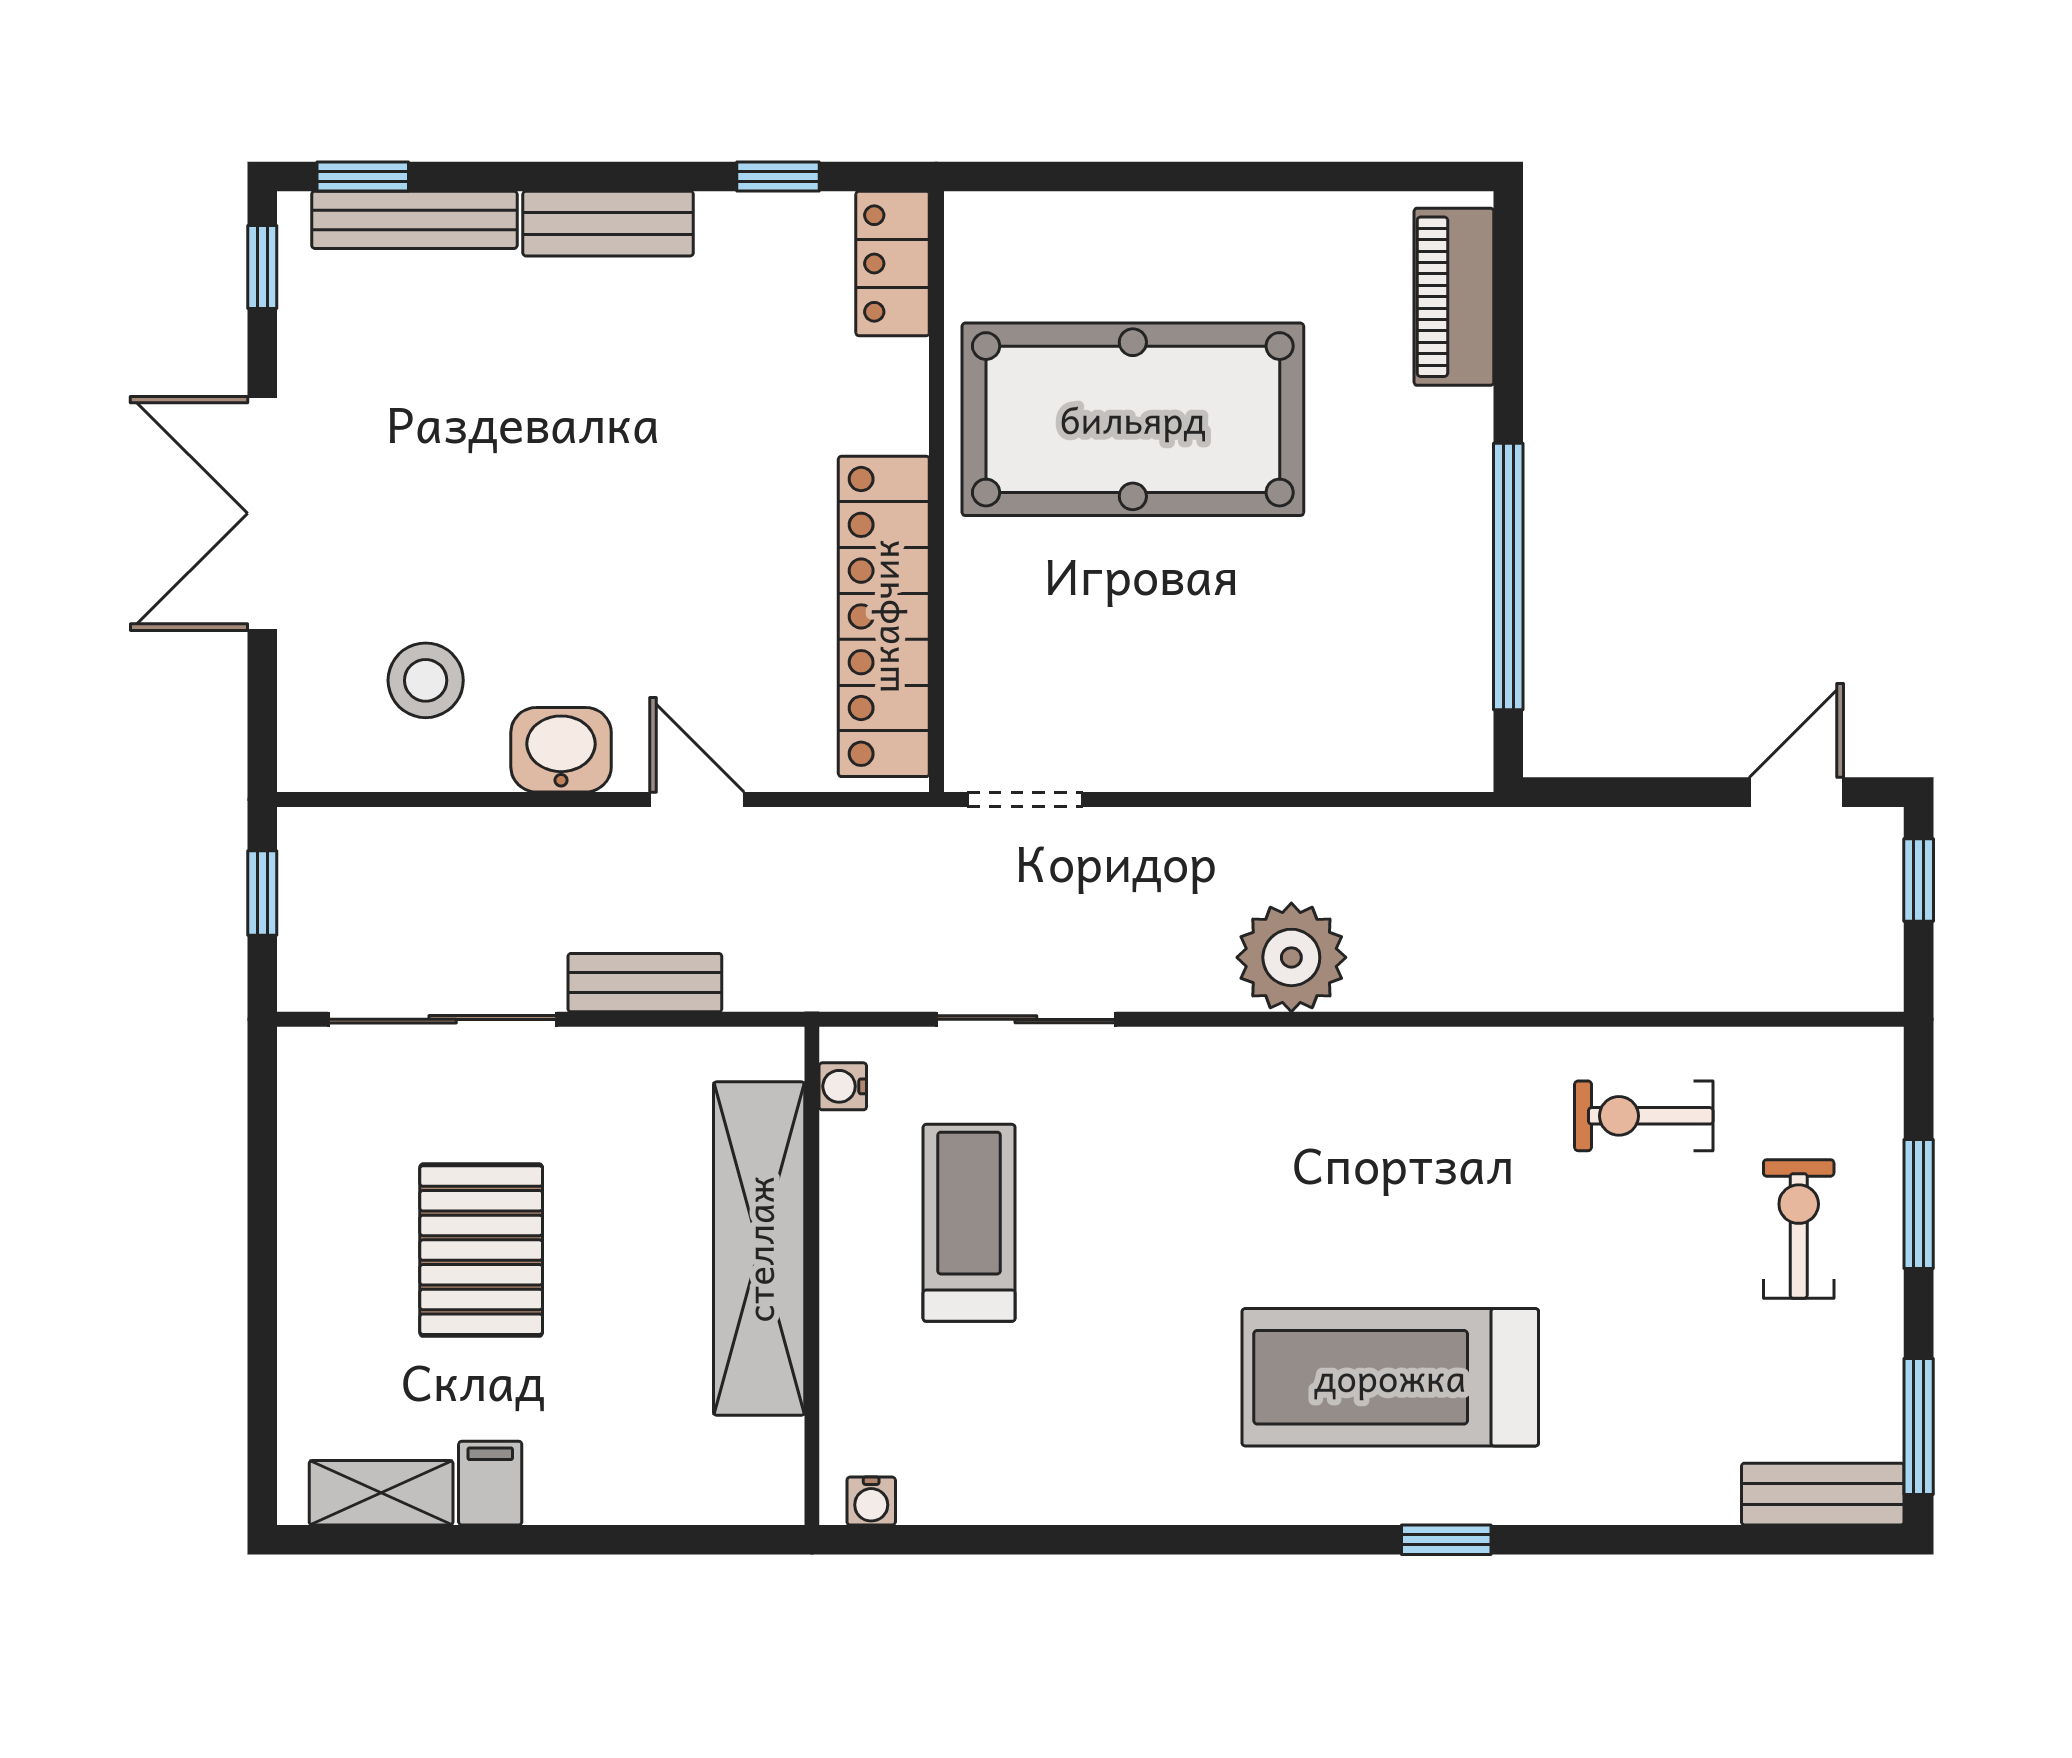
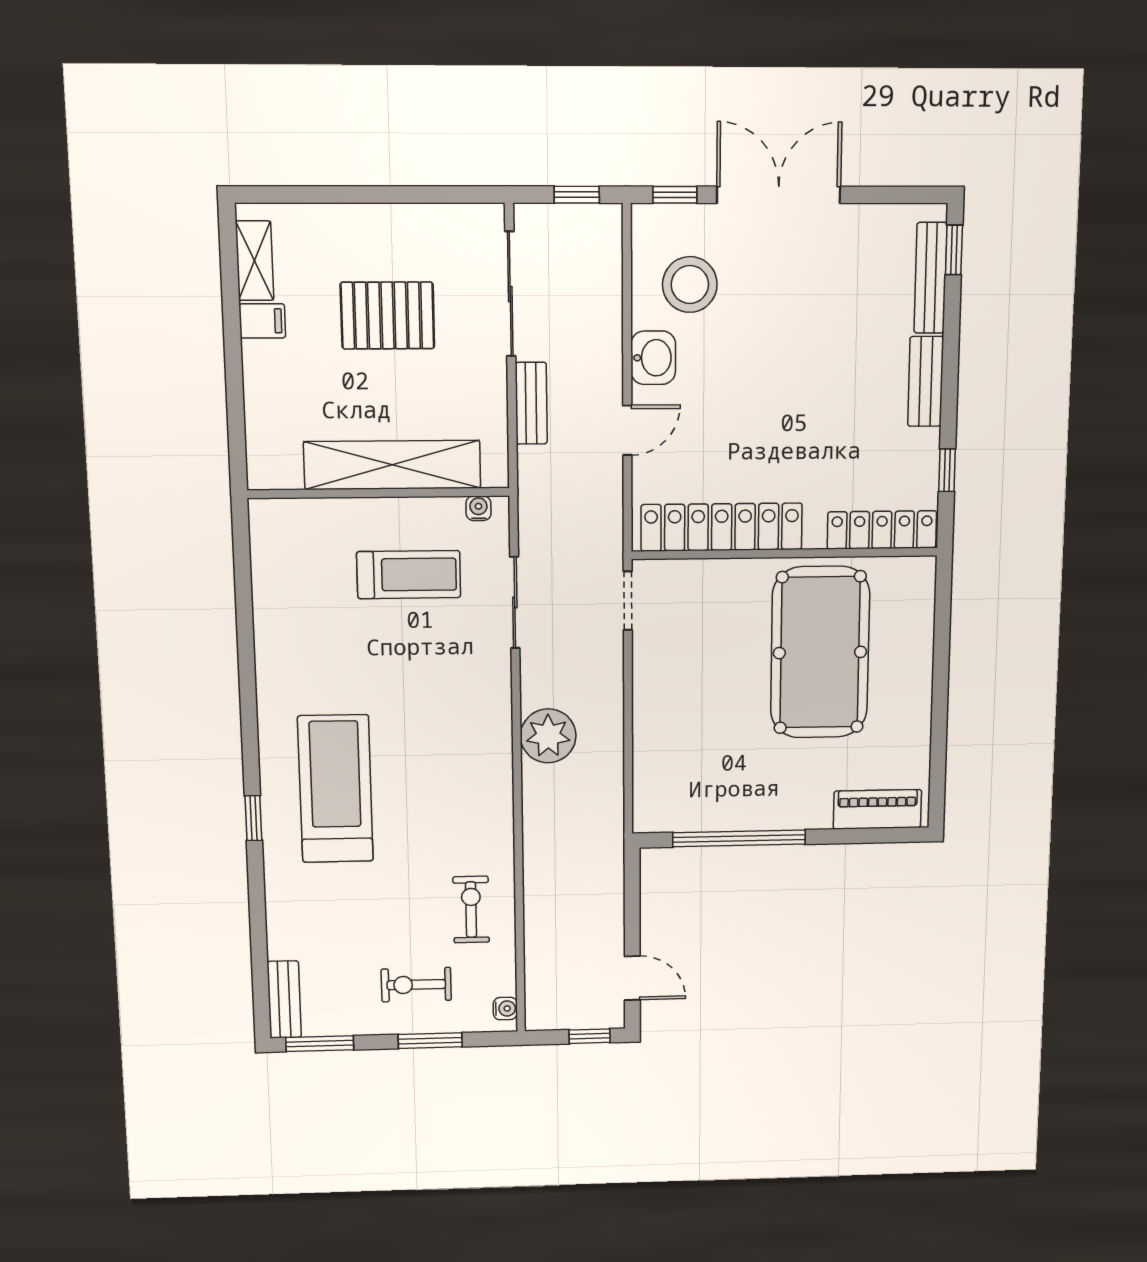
locker: (893, 264) -> (882, 530), width x1.53
window: (262, 267) -> (675, 195), moved
stool: (426, 680) -> (690, 285), width x1.38, depth x1.38
exercise bike: (1799, 1229) -> (416, 985), turned 180
water cooler: (871, 1501) -> (505, 1009), moved, turned 180

